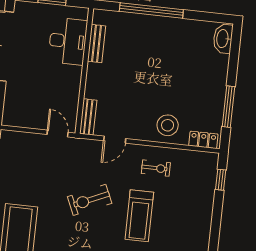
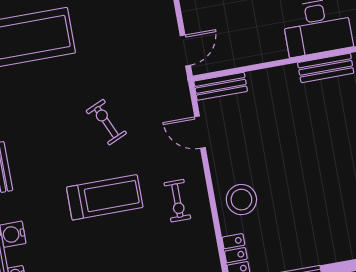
exercise bike: (90, 200) -> (106, 122), width x0.73, depth x0.72
treadmill: (139, 216) -> (105, 197), turned 180

